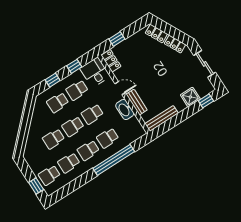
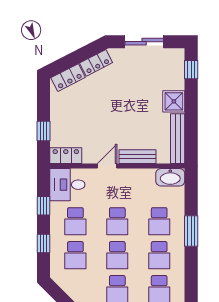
shower: (190, 97) -> (174, 101), moved
washbasin: (125, 109) -> (170, 177), moved
window: (114, 160) -> (191, 231), width x0.47

